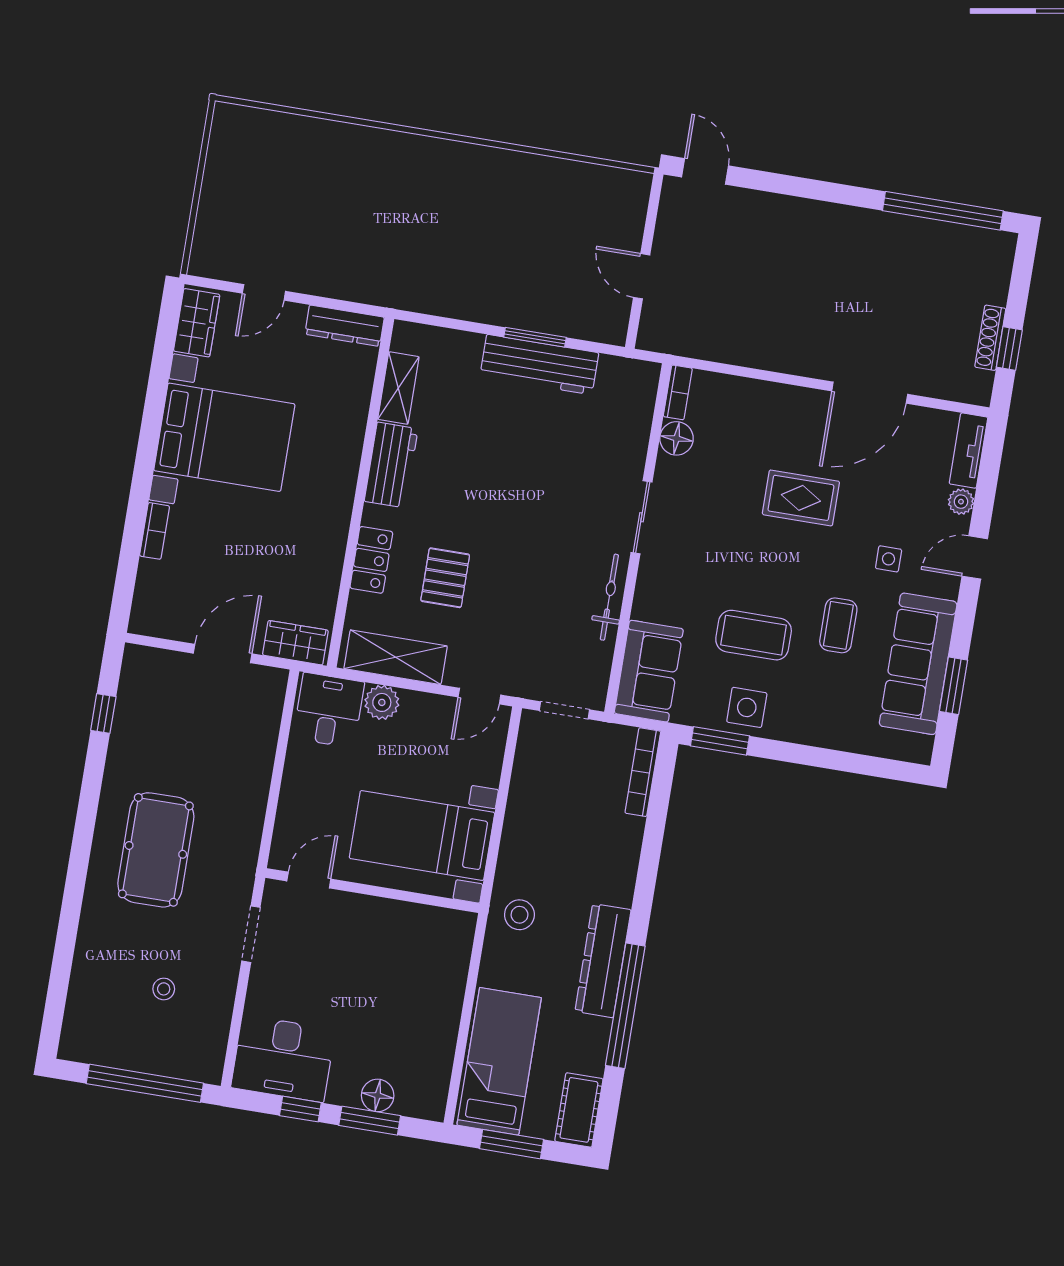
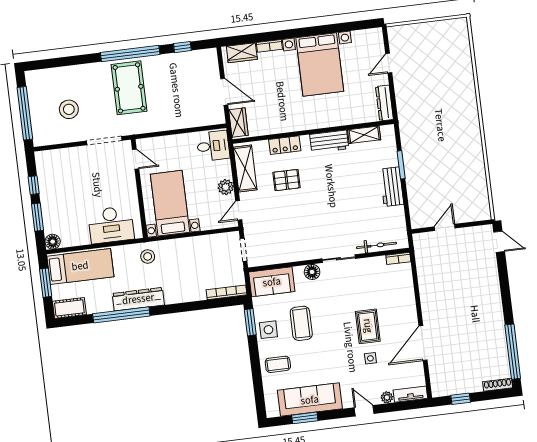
door: (705, 171) -> (499, 242), hinge flipped
door: (264, 292) -> (389, 63), hinge flipped
wardrobe: (197, 323) -> (242, 53), moved
window: (535, 337) -> (401, 165), moved
shoe rack: (990, 338) -> (498, 385), moved
workbench: (539, 365) -> (392, 187), width x0.73
door: (870, 393) -> (423, 343), hinge flipped
floor lamp: (677, 438) -> (312, 272), moved
side table: (889, 559) -> (370, 358), moved
bicycle: (609, 597) -> (376, 245), moved
coffee table: (838, 625) -> (278, 364), moved
door: (479, 696) -> (239, 210), hinge flipped
plant: (382, 702) -> (226, 187), moved
window: (85, 827) -> (130, 53), added
pool table: (156, 850) -> (129, 88), turned 90
doorway: (251, 934) -> (104, 141), width x1.38
stool: (164, 989) -> (69, 109), width x1.89, depth x1.89
desk: (283, 1059) -> (111, 225), moved, turned -90
floor lamp: (378, 1095) -> (53, 242), moved

